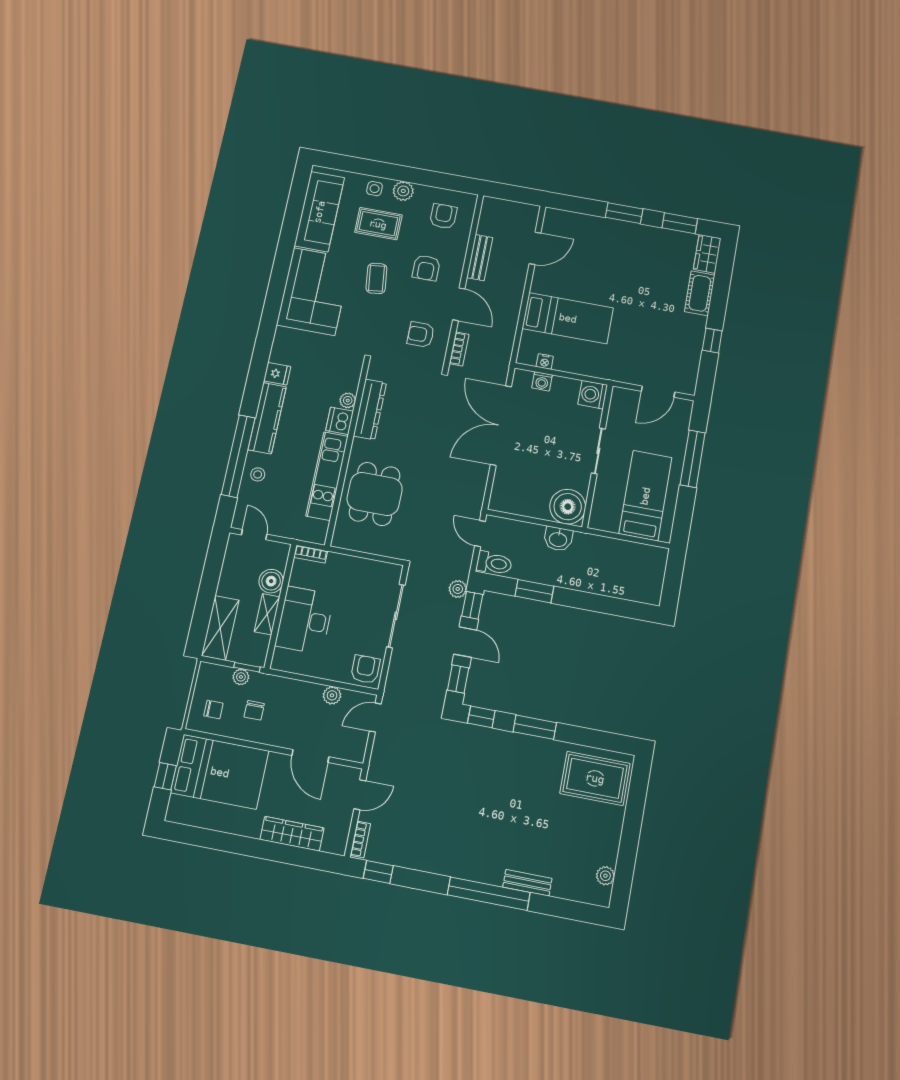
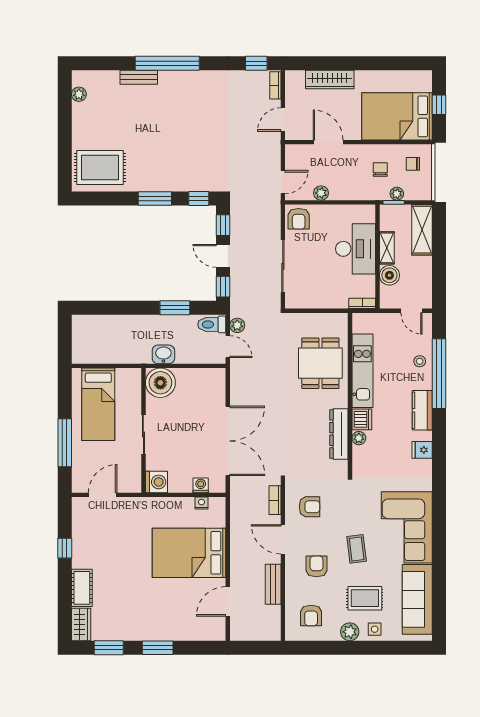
bed: (568, 318) -> (189, 553), width x1.50
kitchen counter: (267, 418) -> (422, 410), width x0.67
plant: (458, 589) -> (237, 325), moved

